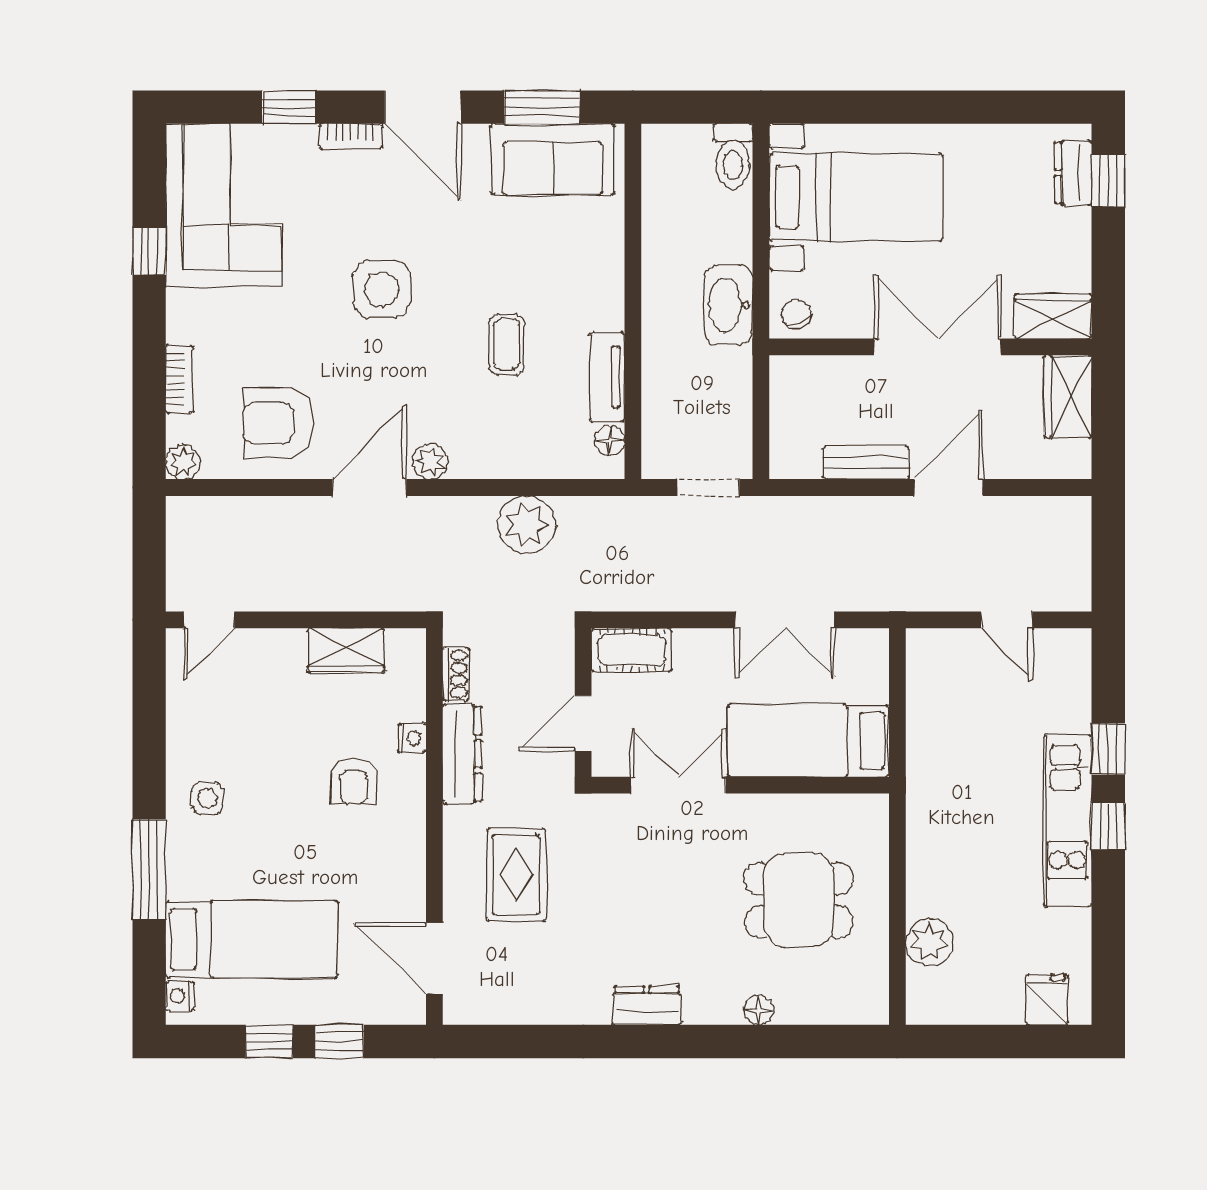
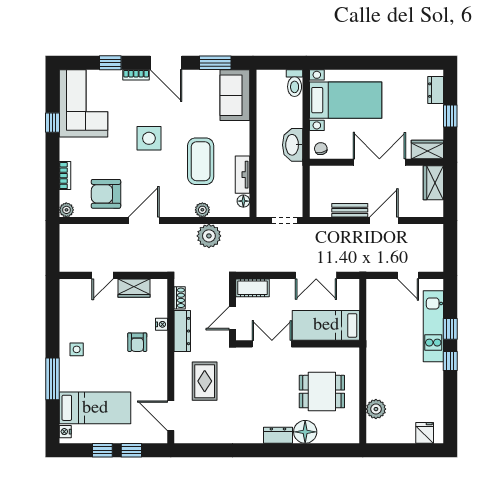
sofa: (553, 159) -> (235, 95), moved, turned 90
window: (1108, 181) -> (450, 116), moved
coffee table: (506, 345) -> (201, 161), width x1.86, depth x1.72
plant: (430, 462) -> (202, 210), moved
door: (209, 620) -> (103, 275), moved
kitchen unit: (1068, 821) -> (433, 326), moved
dresser: (647, 1005) -> (278, 435), moved
floor lamp: (759, 1010) -> (305, 432), width x1.89, depth x1.89

